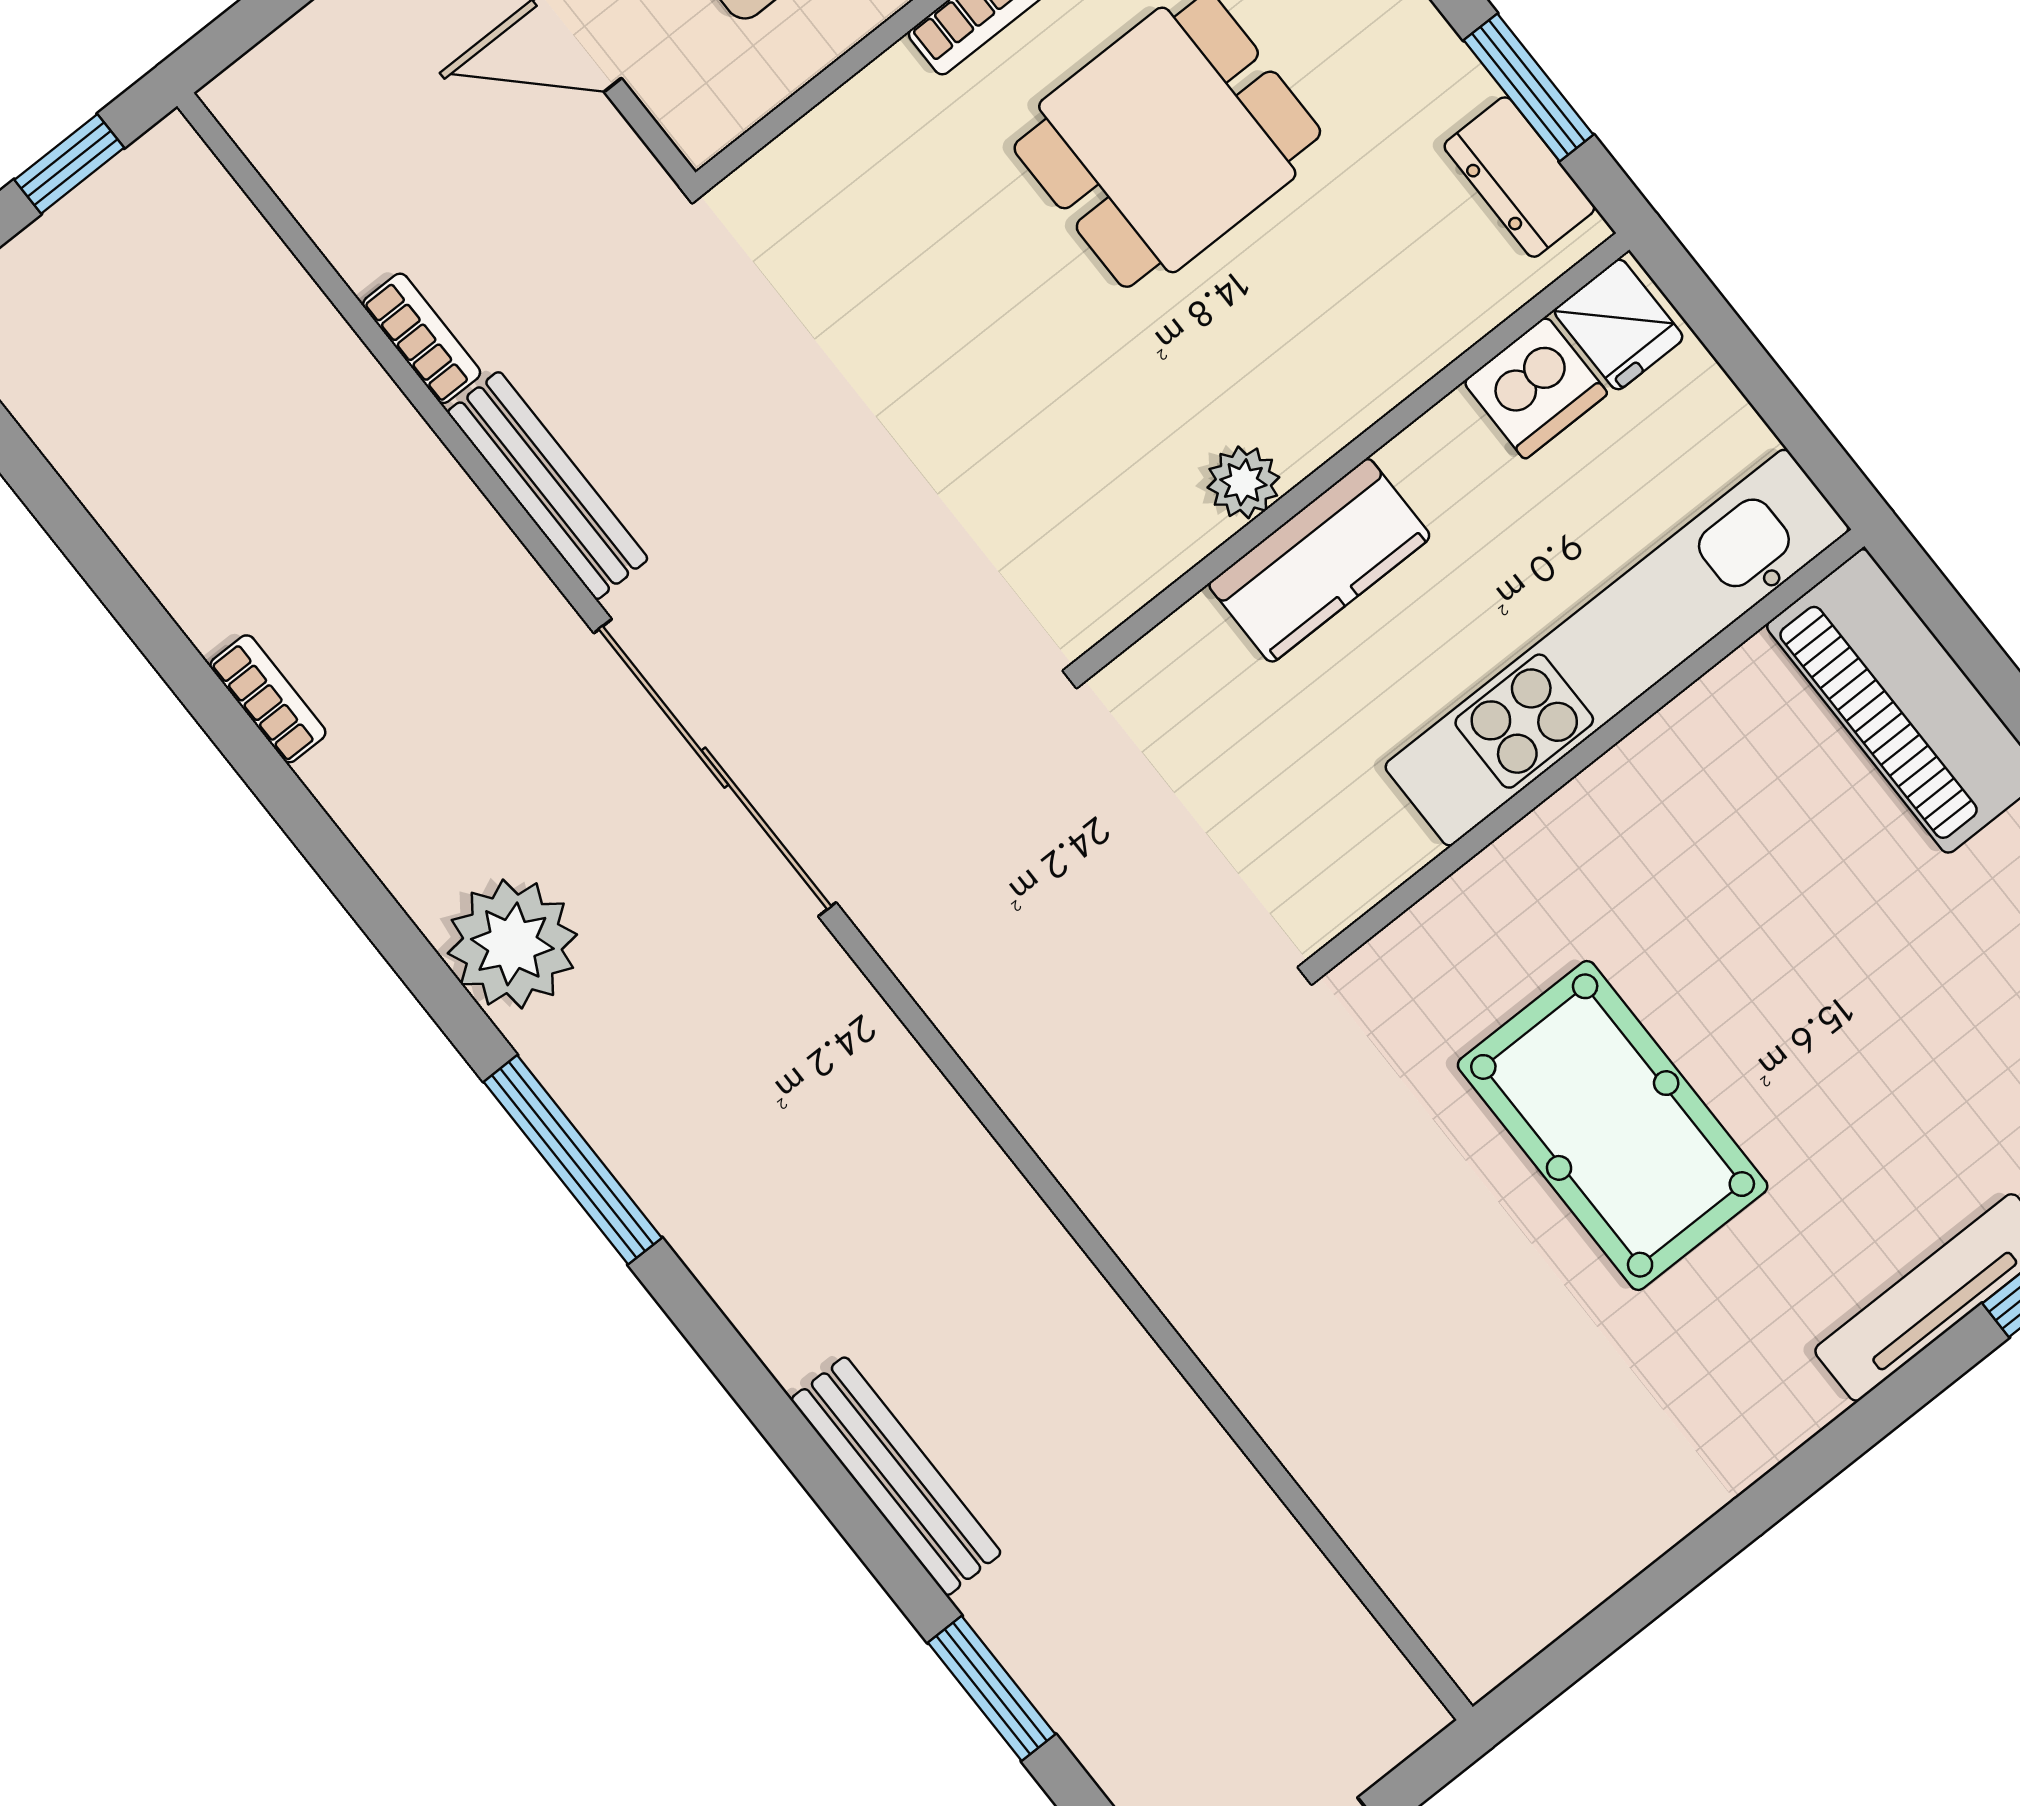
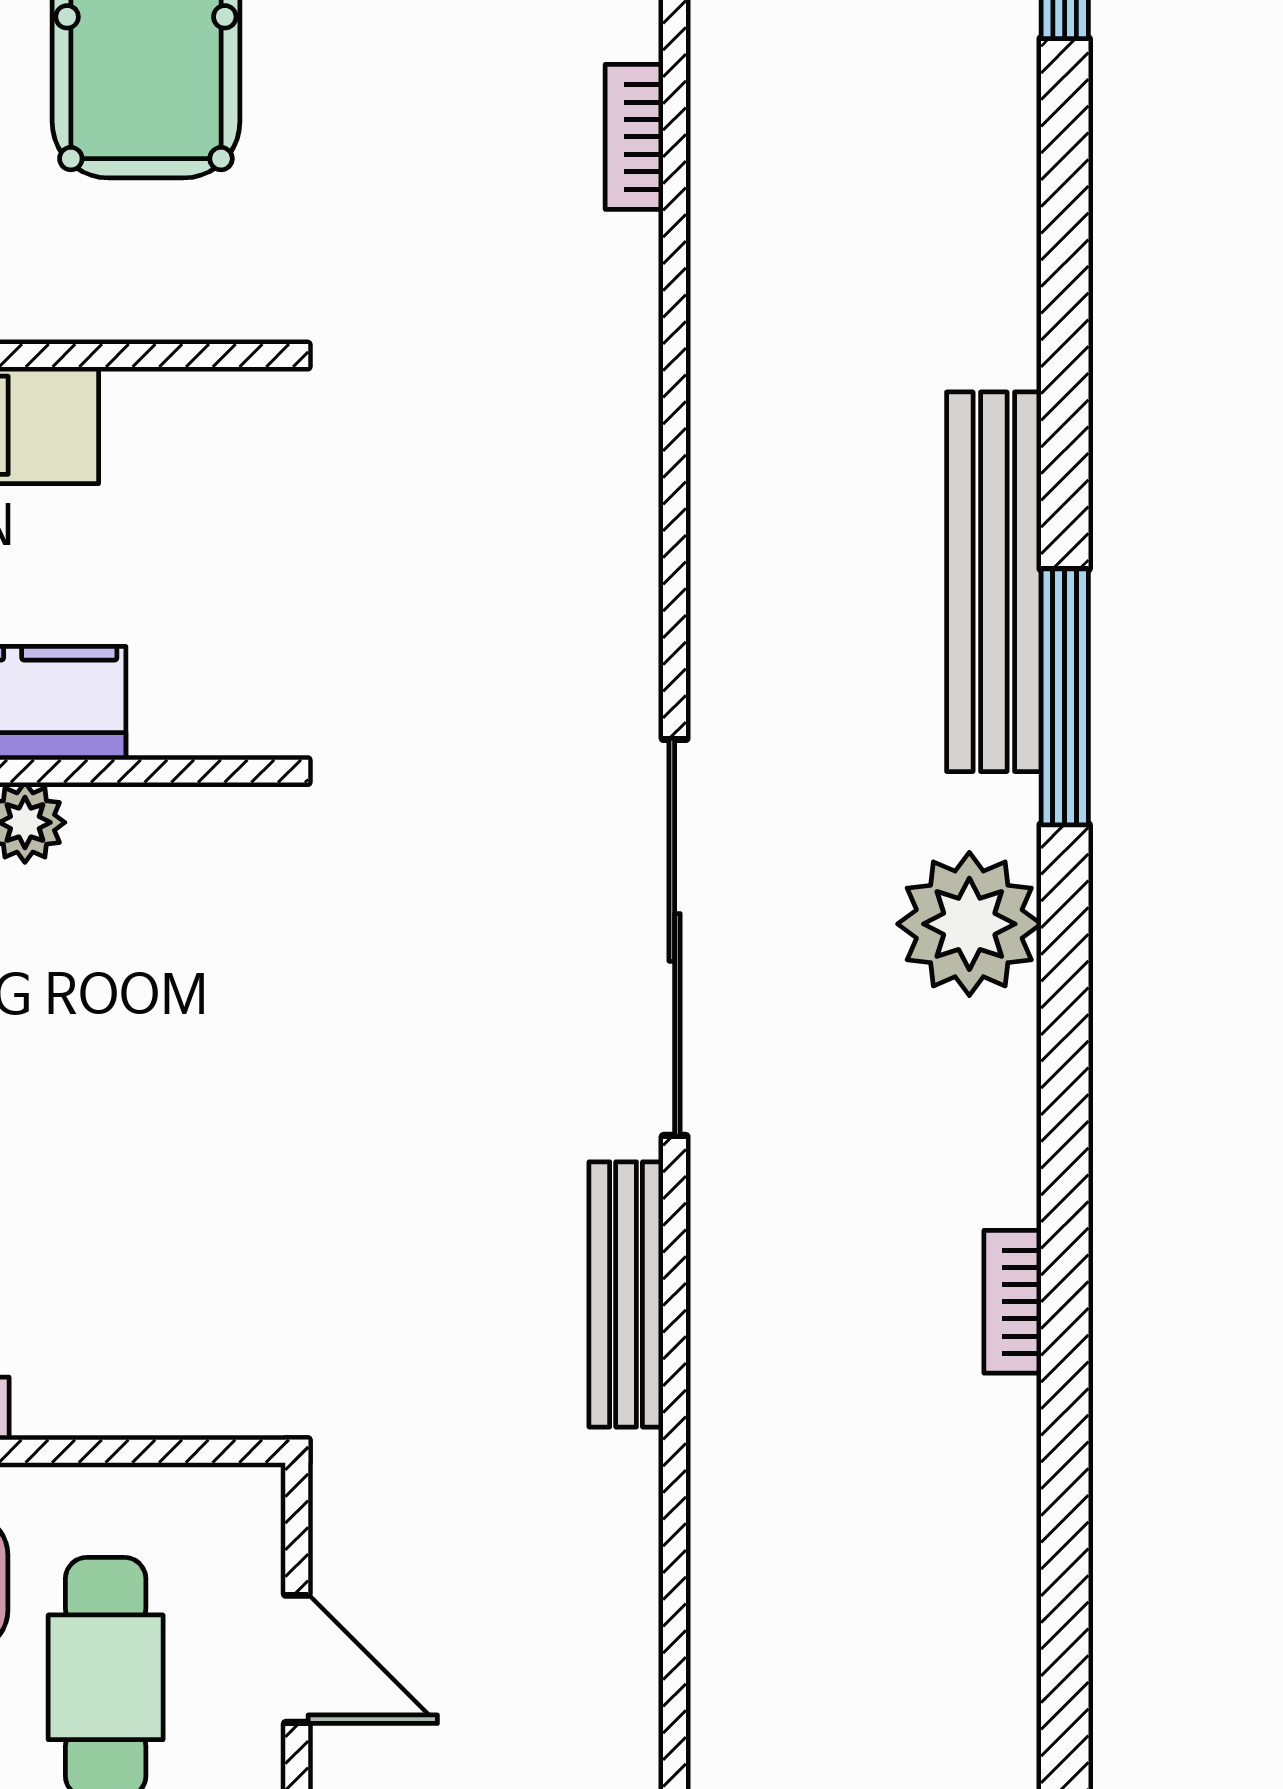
bookcase: (422, 338) -> (634, 137), moved
bench: (896, 1476) -> (994, 582), moved, width x1.37, depth x1.21

